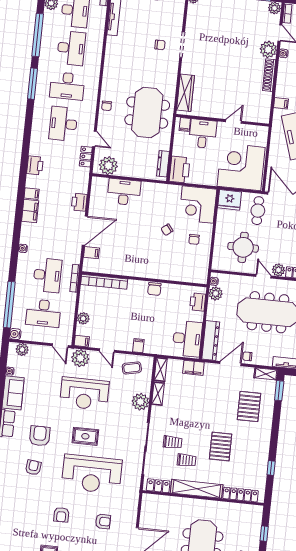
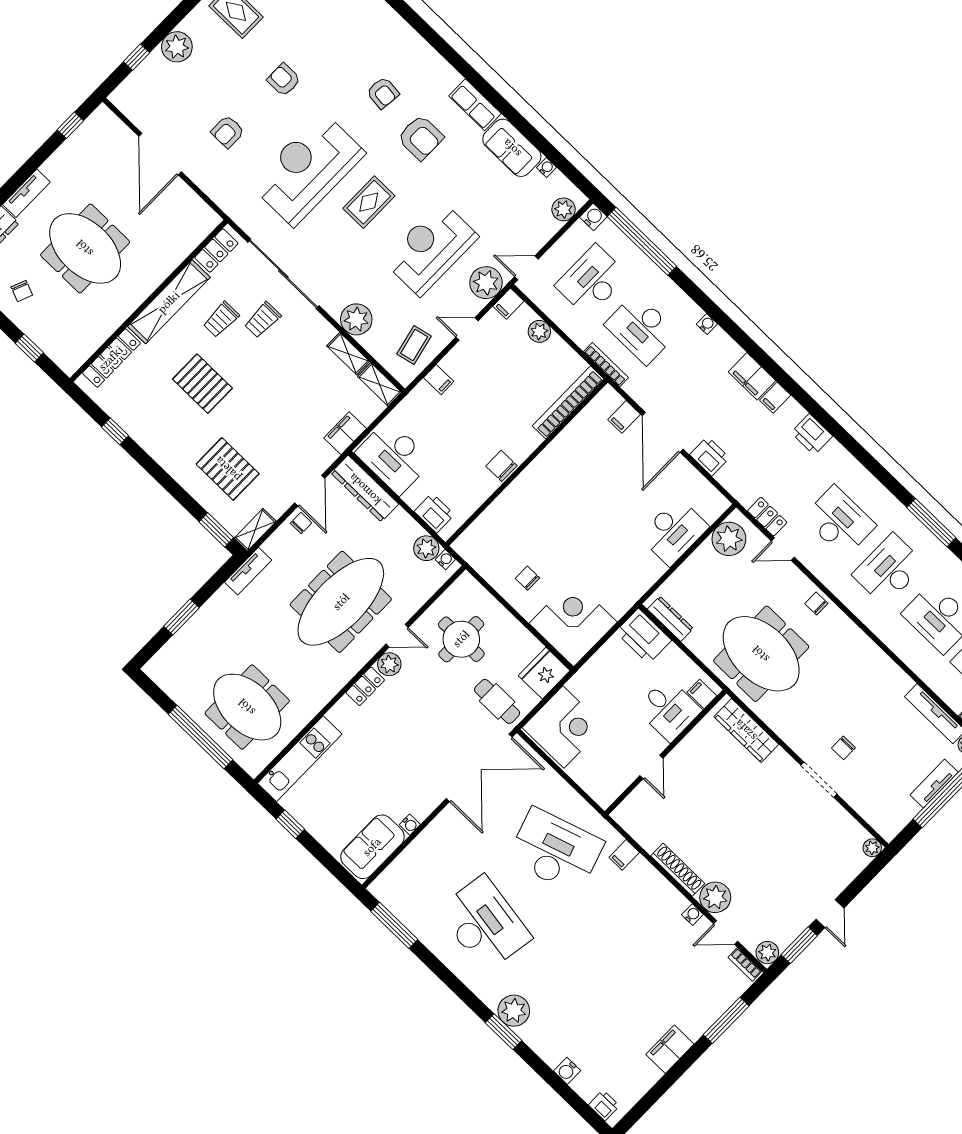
corner desk: (241, 167) -> (563, 727), width x0.74, depth x0.74
chair: (167, 230) -> (572, 550), removed

